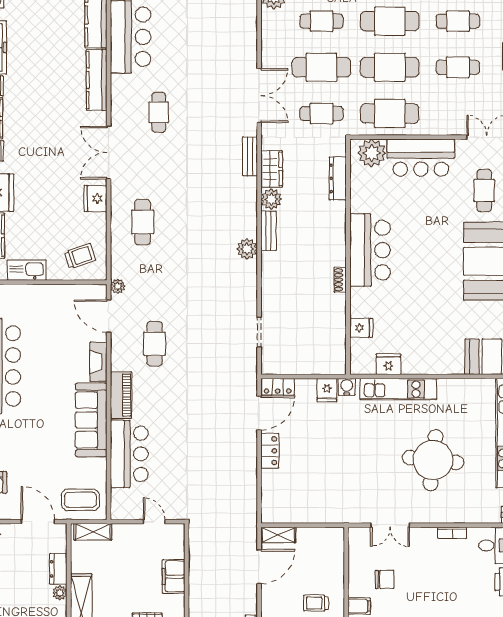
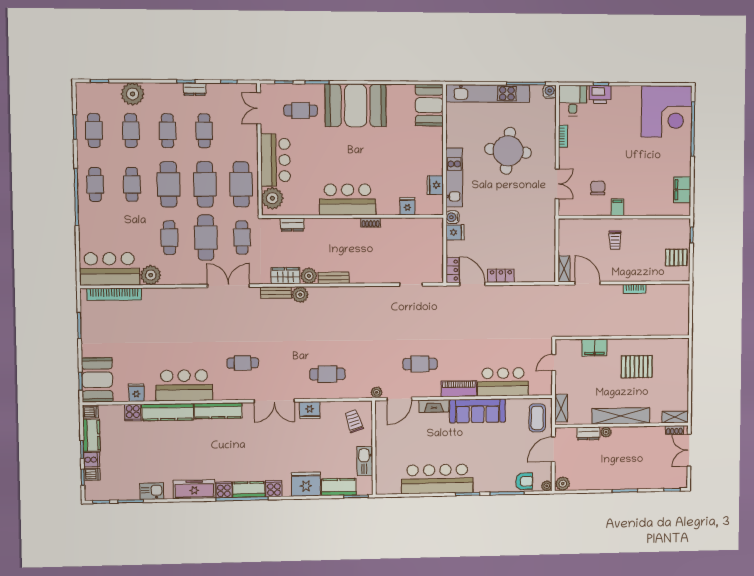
dresser: (338, 178) -> (292, 225), width x0.70
plant: (247, 249) -> (300, 295), moved

